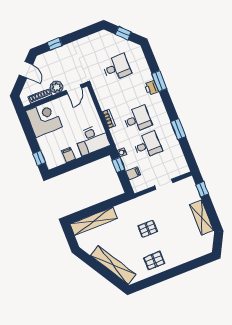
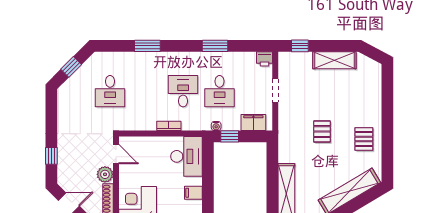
desk: (117, 67) -> (110, 91), turned 180
printer: (151, 88) -> (264, 59), moved
desk: (148, 145) -> (220, 91), turned 180
filing cabinet: (133, 173) -> (253, 122), width x2.00

